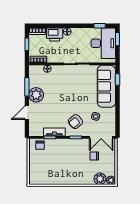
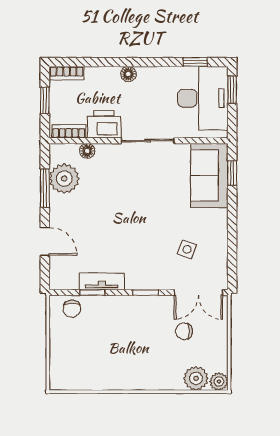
printer: (55, 34) -> (104, 124), moved, turned 180
sofa: (106, 86) -> (209, 175), width x0.73
plant: (36, 95) -> (64, 179), moved
door: (27, 113) -> (45, 241), swing flipped
armchair: (75, 122) -> (145, 260), removed

